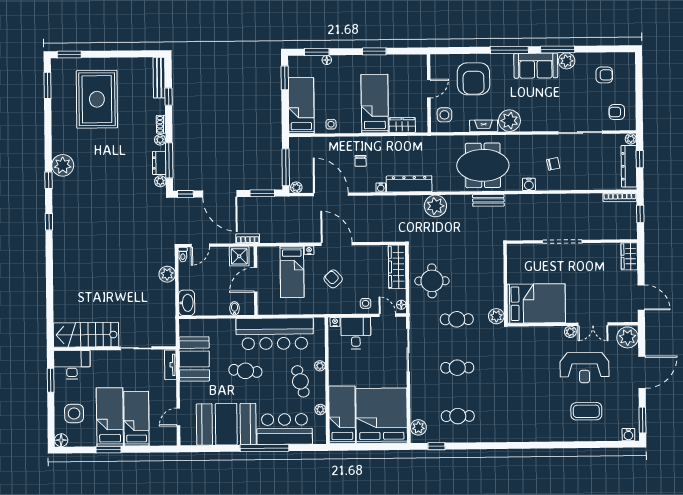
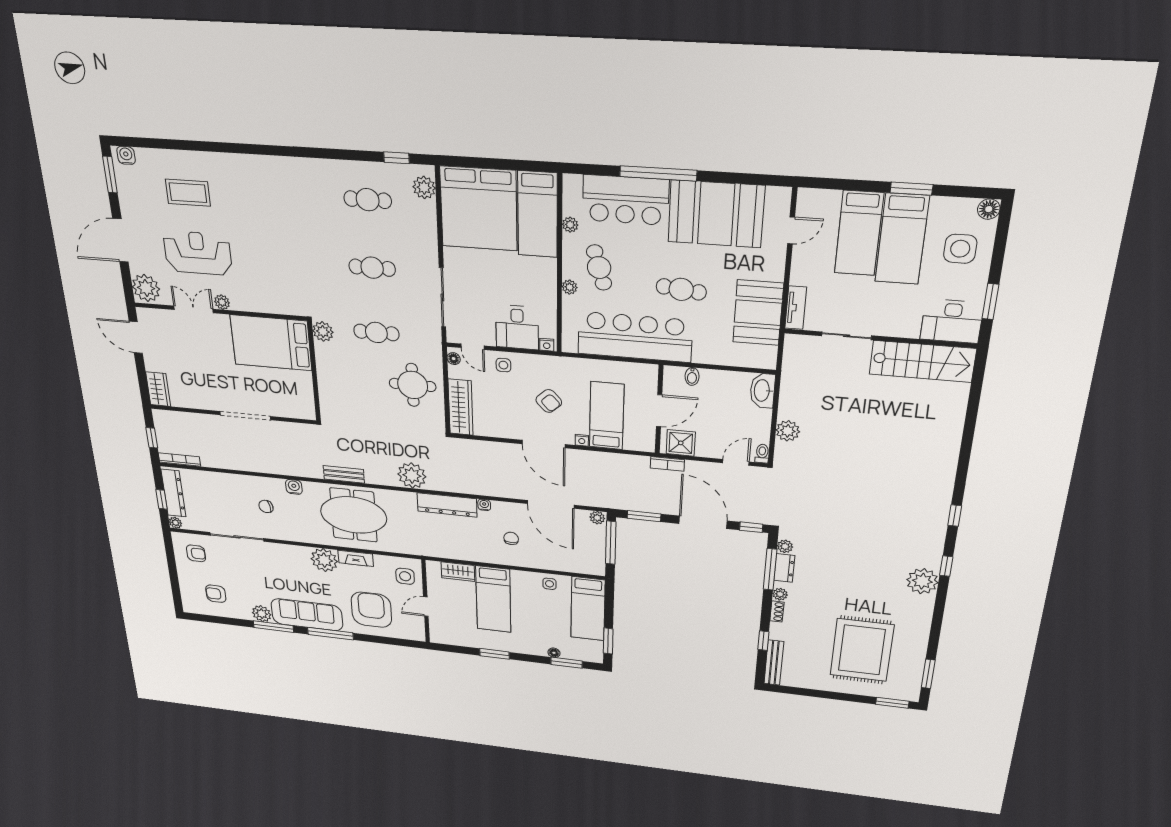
sofa: (536, 66) -> (307, 615), width x1.36

